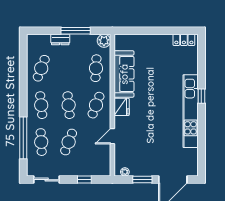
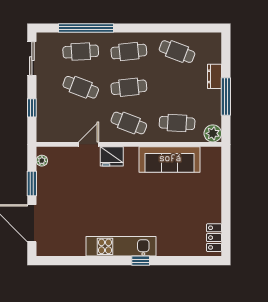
fridge: (122, 107) -> (112, 156), moved
kitchen unit: (191, 111) -> (121, 246), width x0.73
door: (112, 136) -> (88, 144), hinge flipped

